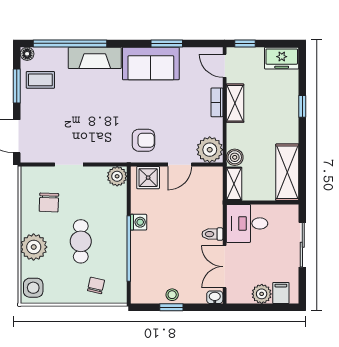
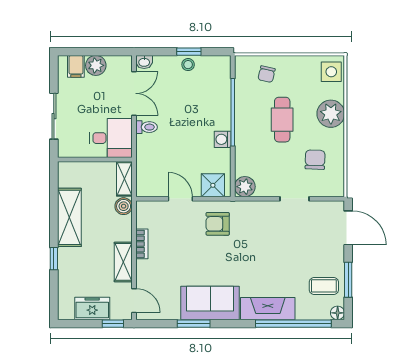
freezer: (282, 58) -> (92, 308), moved
bookcase: (217, 102) -> (142, 244), moved
plant: (210, 150) -> (149, 214), removed
door: (180, 165) -> (180, 199), hinge flipped
shelving: (287, 172) -> (69, 217), moved

